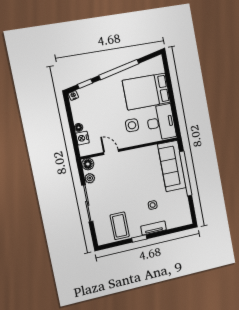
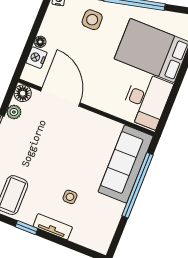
side table: (132, 125) -> (92, 20), moved
door: (111, 152) -> (60, 97), width x1.88

